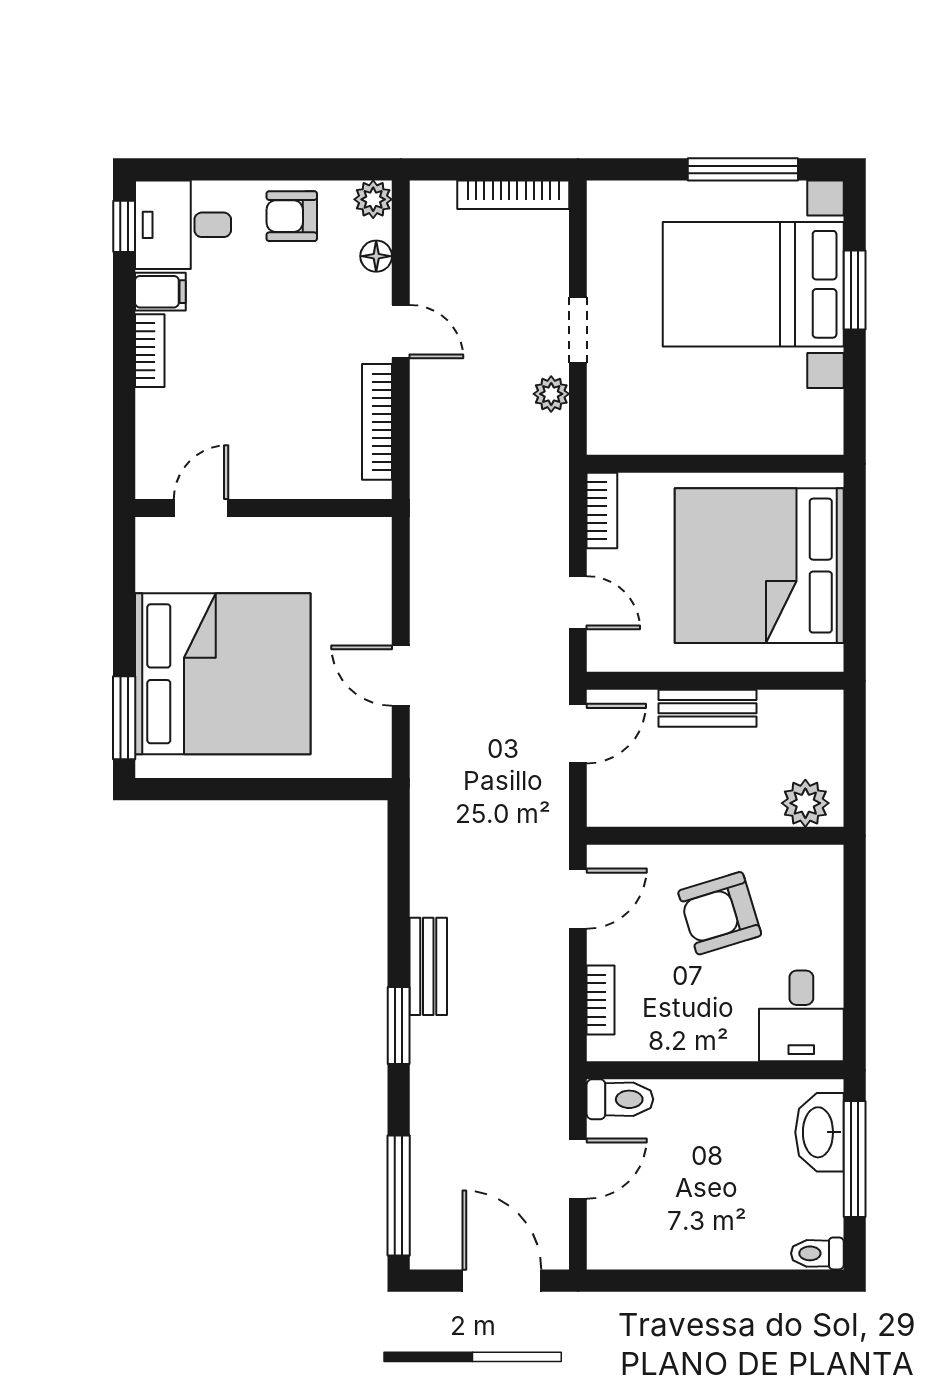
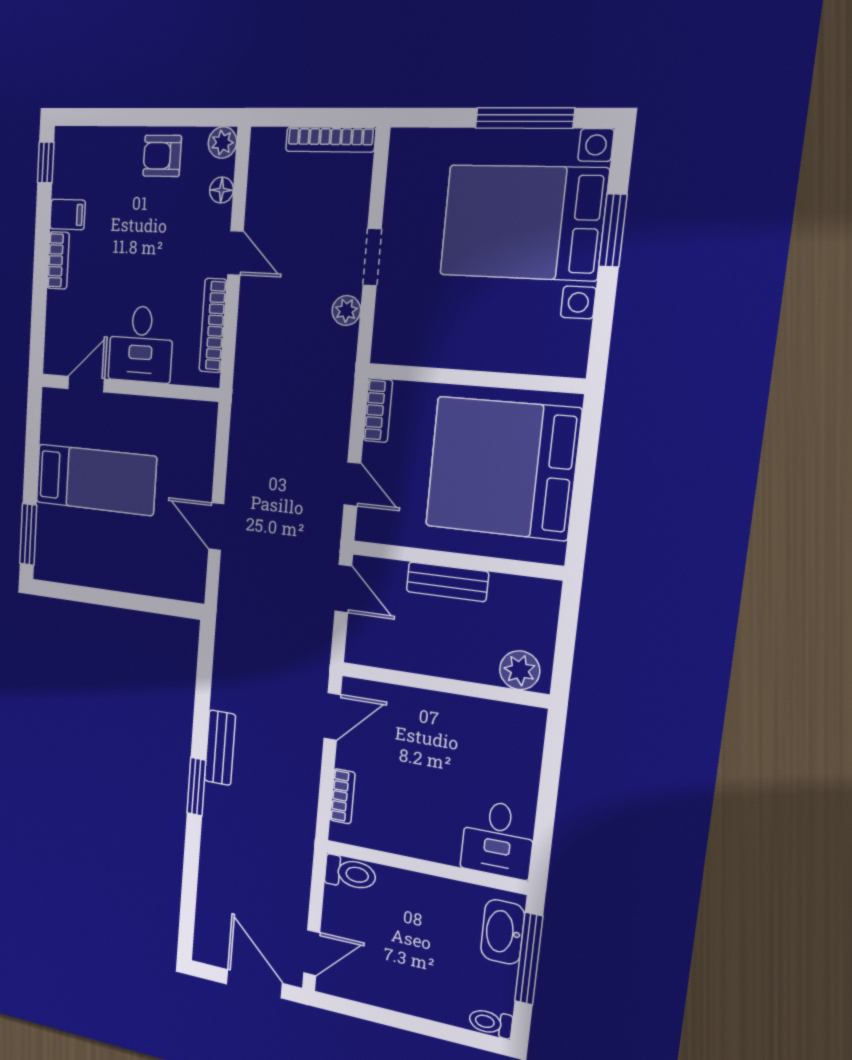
desk: (183, 225) -> (141, 344), moved, turned -90
bed: (223, 674) -> (96, 480), width x0.49
door: (578, 734) -> (343, 589), hinge flipped
armchair: (720, 913) -> (441, 747), removed
door: (578, 1169) -> (312, 953), moved
window: (399, 1196) -> (188, 907), removed

